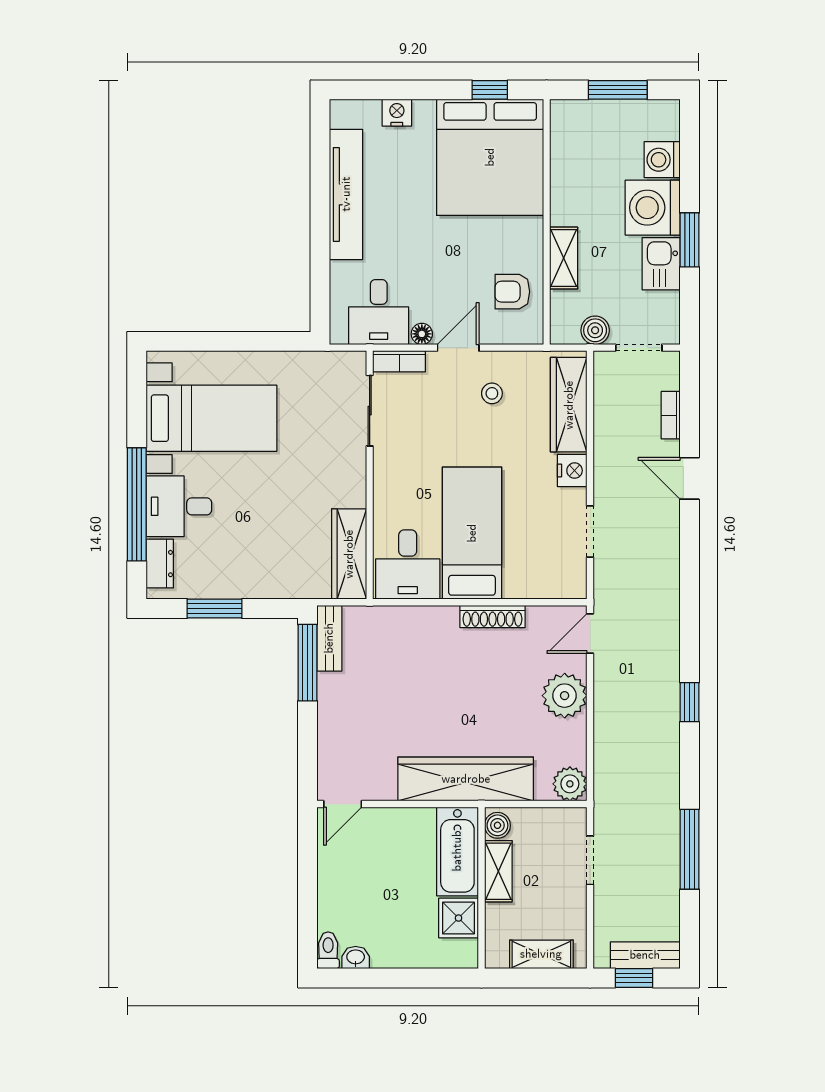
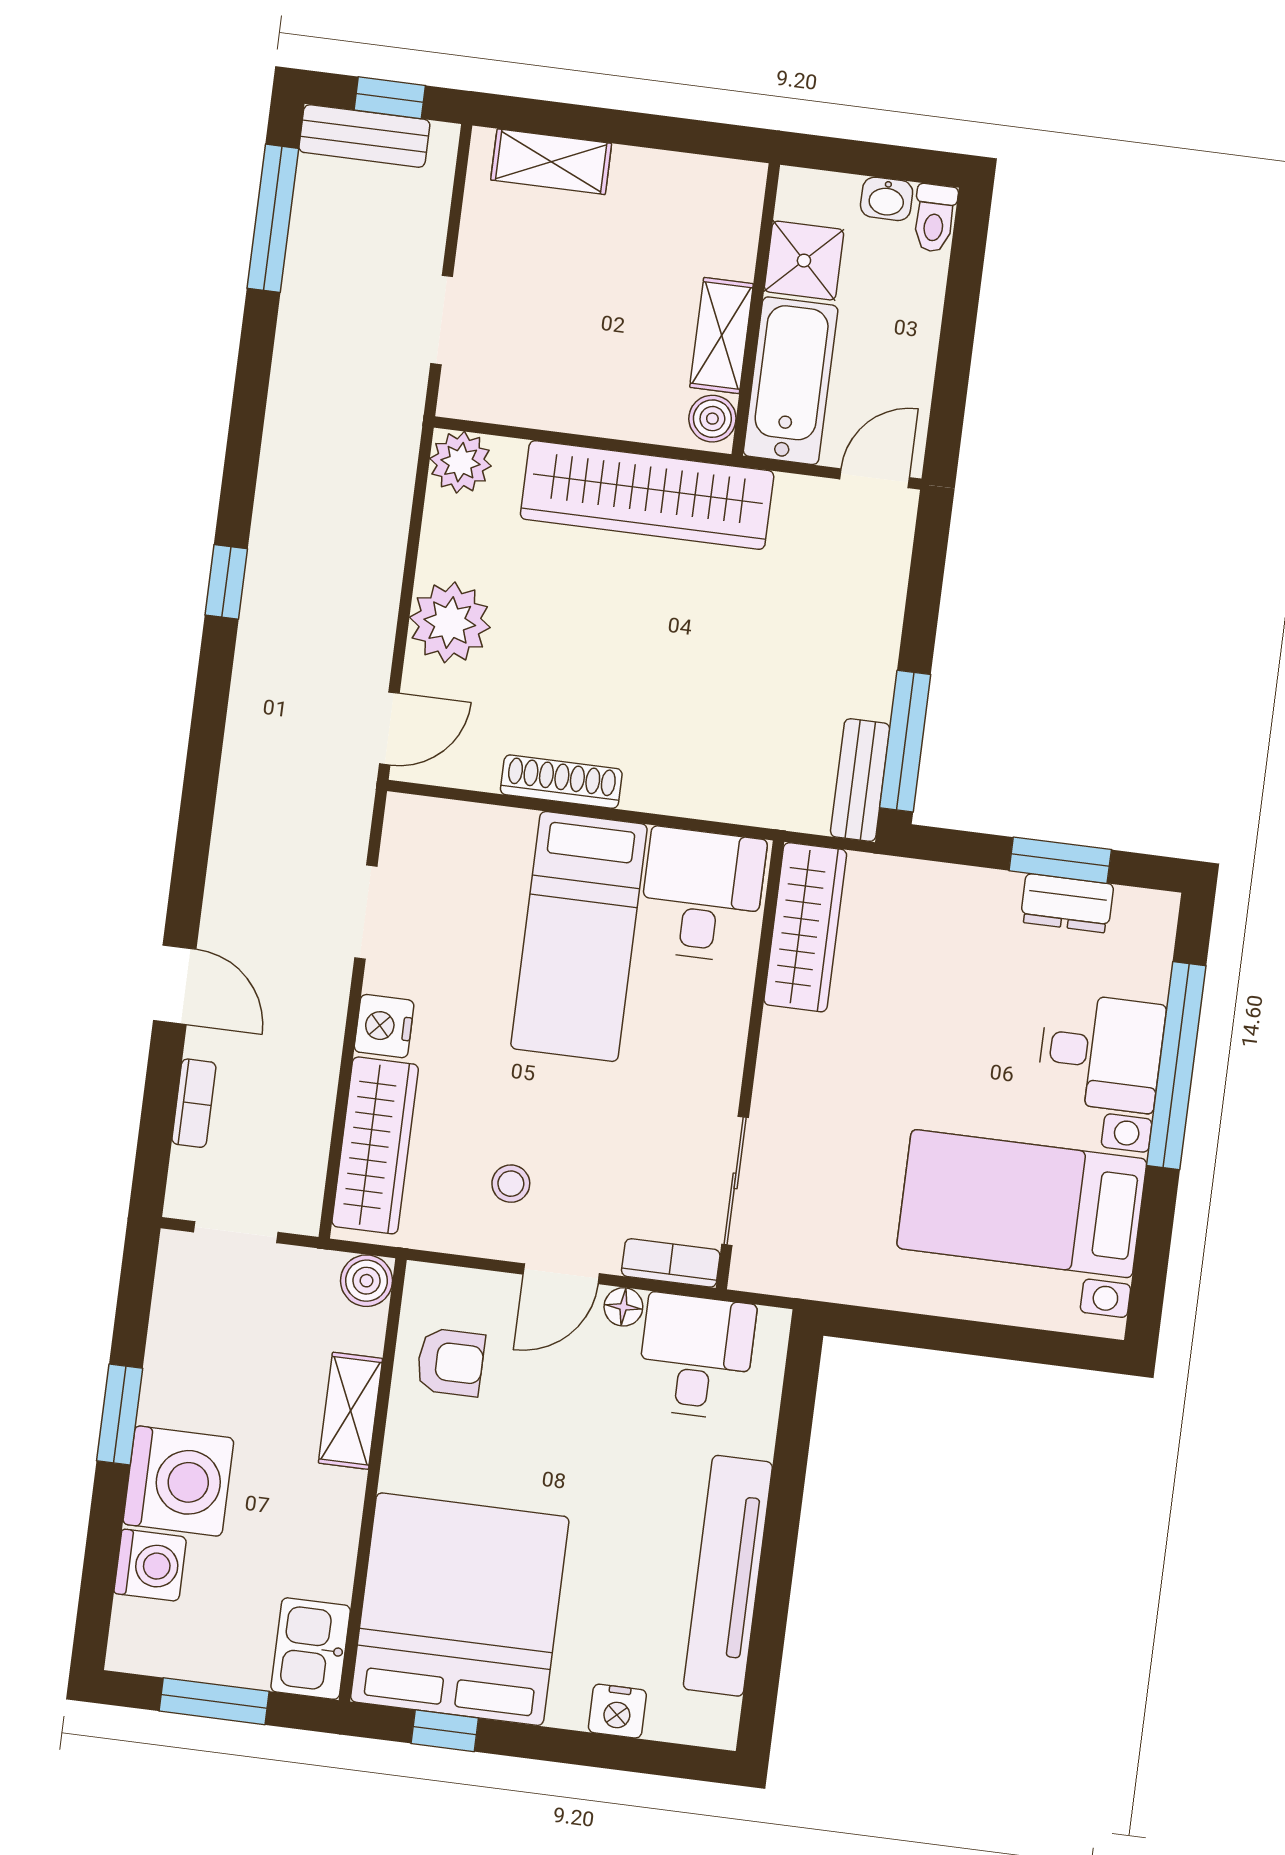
kitchen sink: (661, 264) -> (311, 1649), moved, turned 180
boiler: (595, 330) -> (366, 1281), moved
dresser: (160, 564) -> (1067, 903), moved, turned -90
boiler: (497, 825) -> (712, 419), moved
window: (689, 849) -> (273, 218), moved
bathtub: (457, 851) -> (791, 381), moved
shelving: (498, 871) -> (722, 336), moved
wall: (481, 888) -> (756, 310), moved
shower: (459, 918) -> (804, 261), moved

